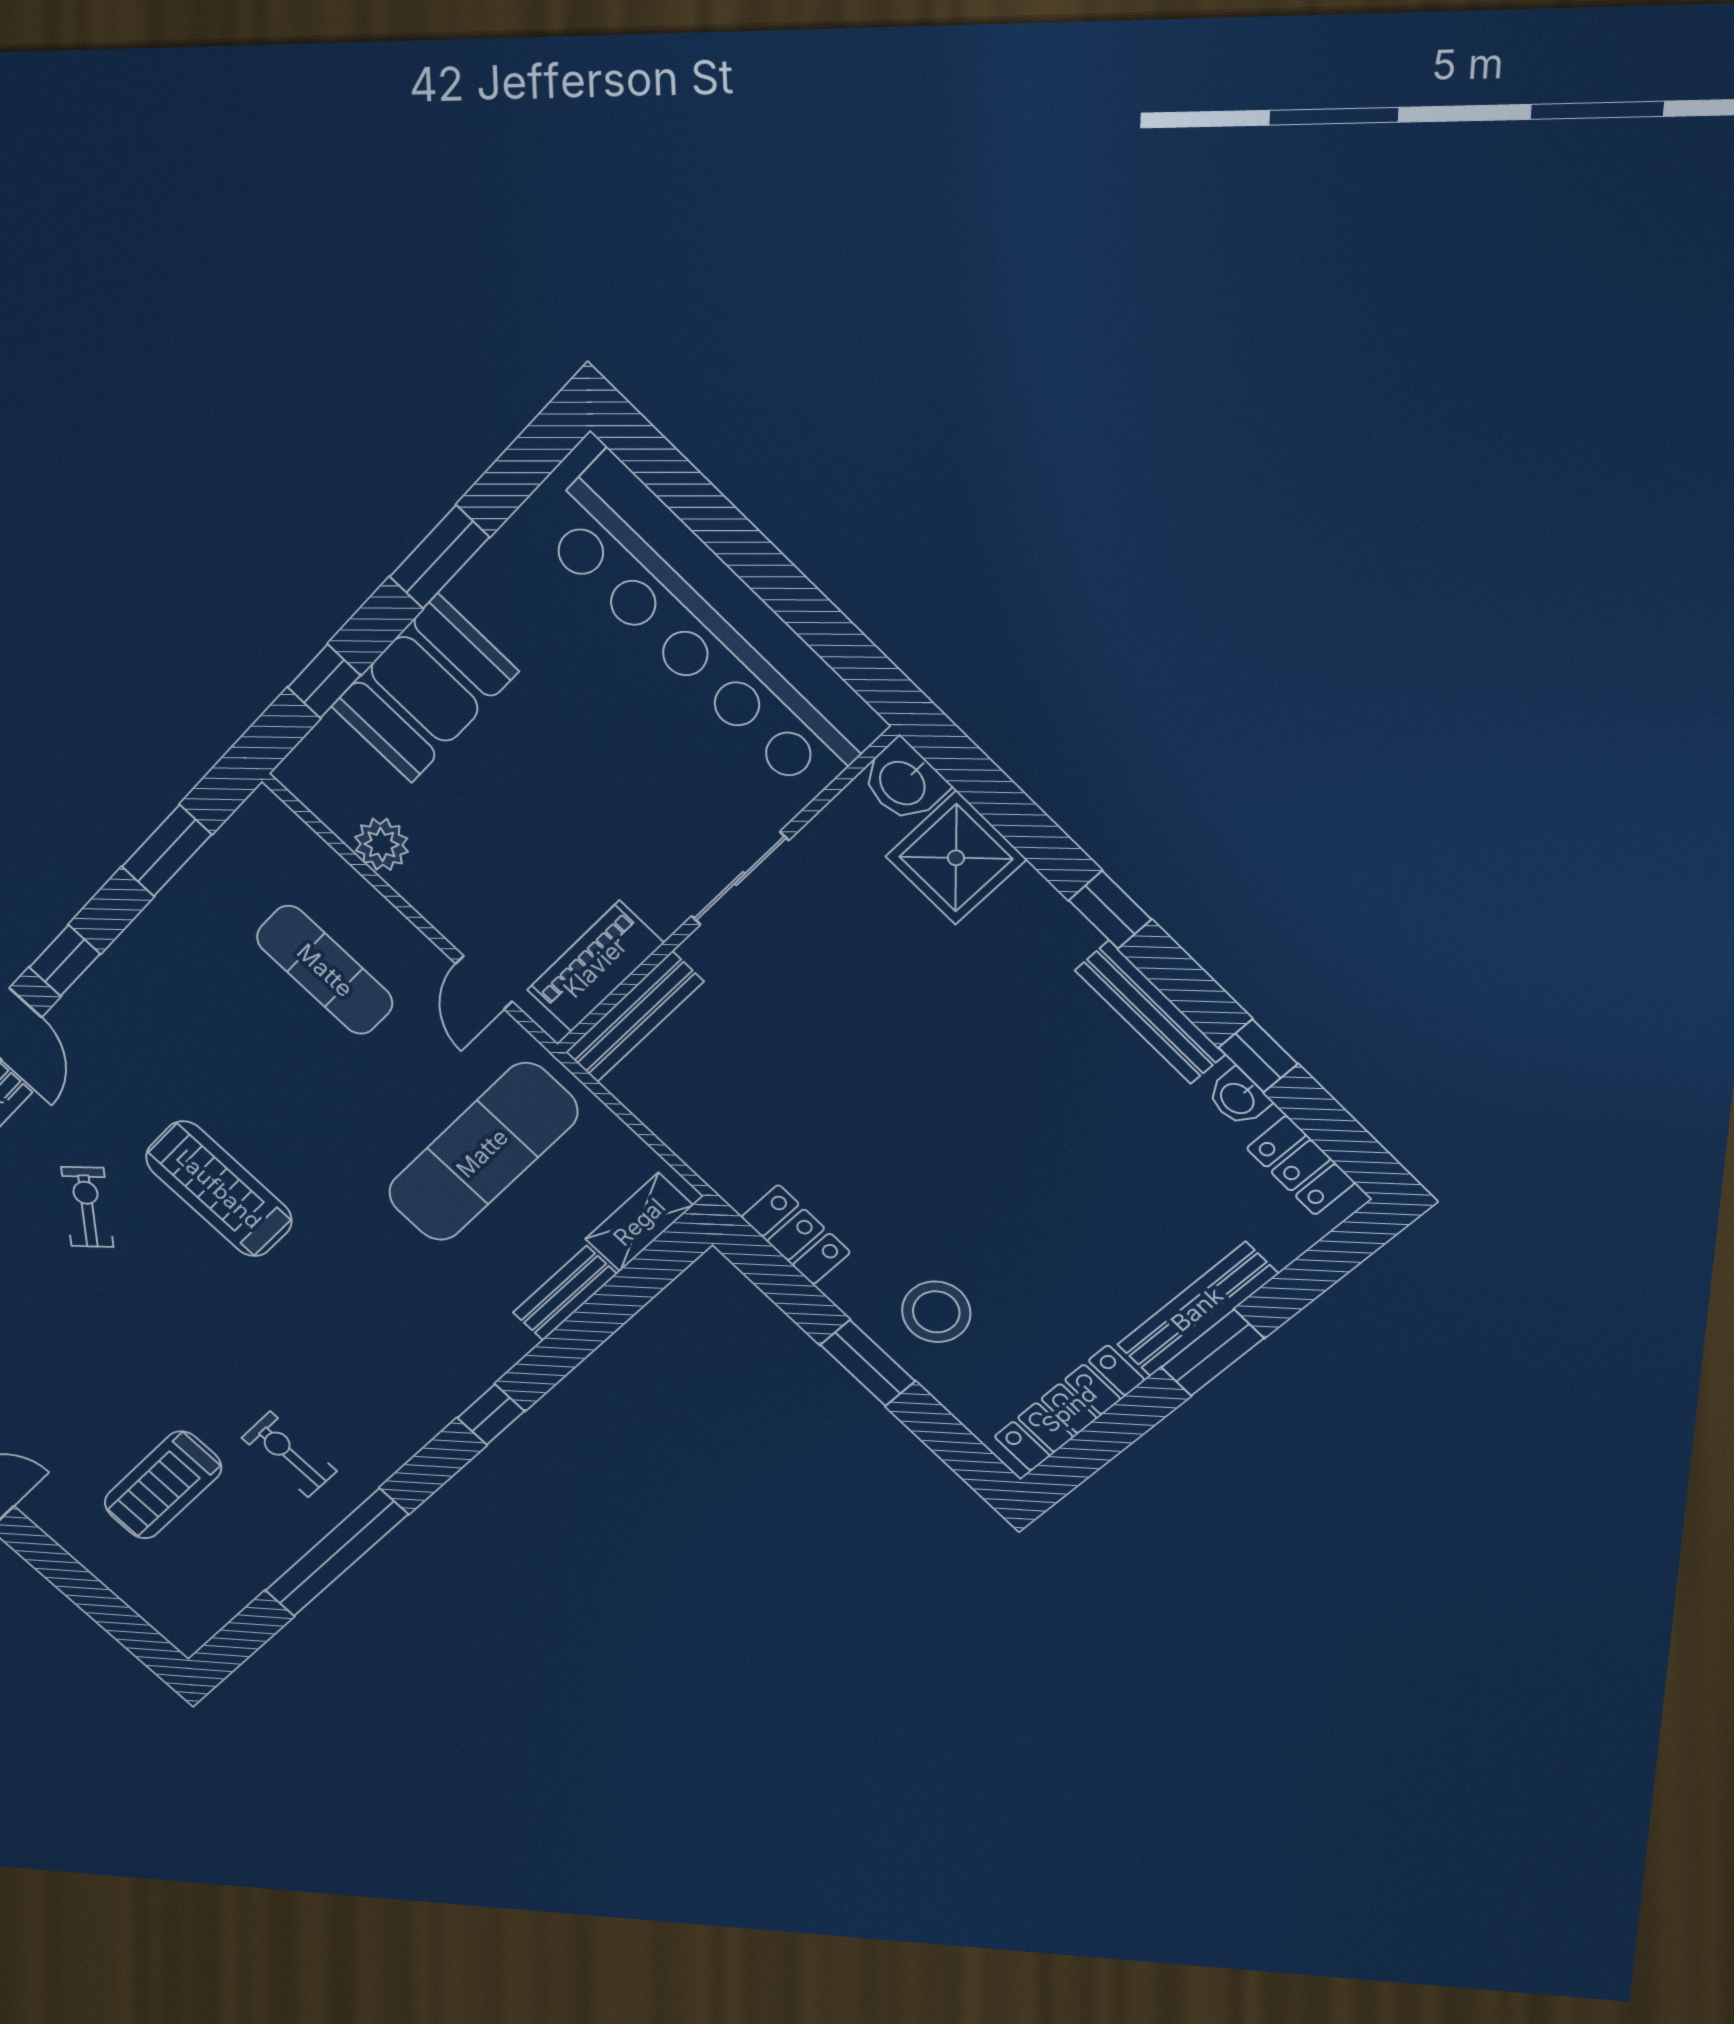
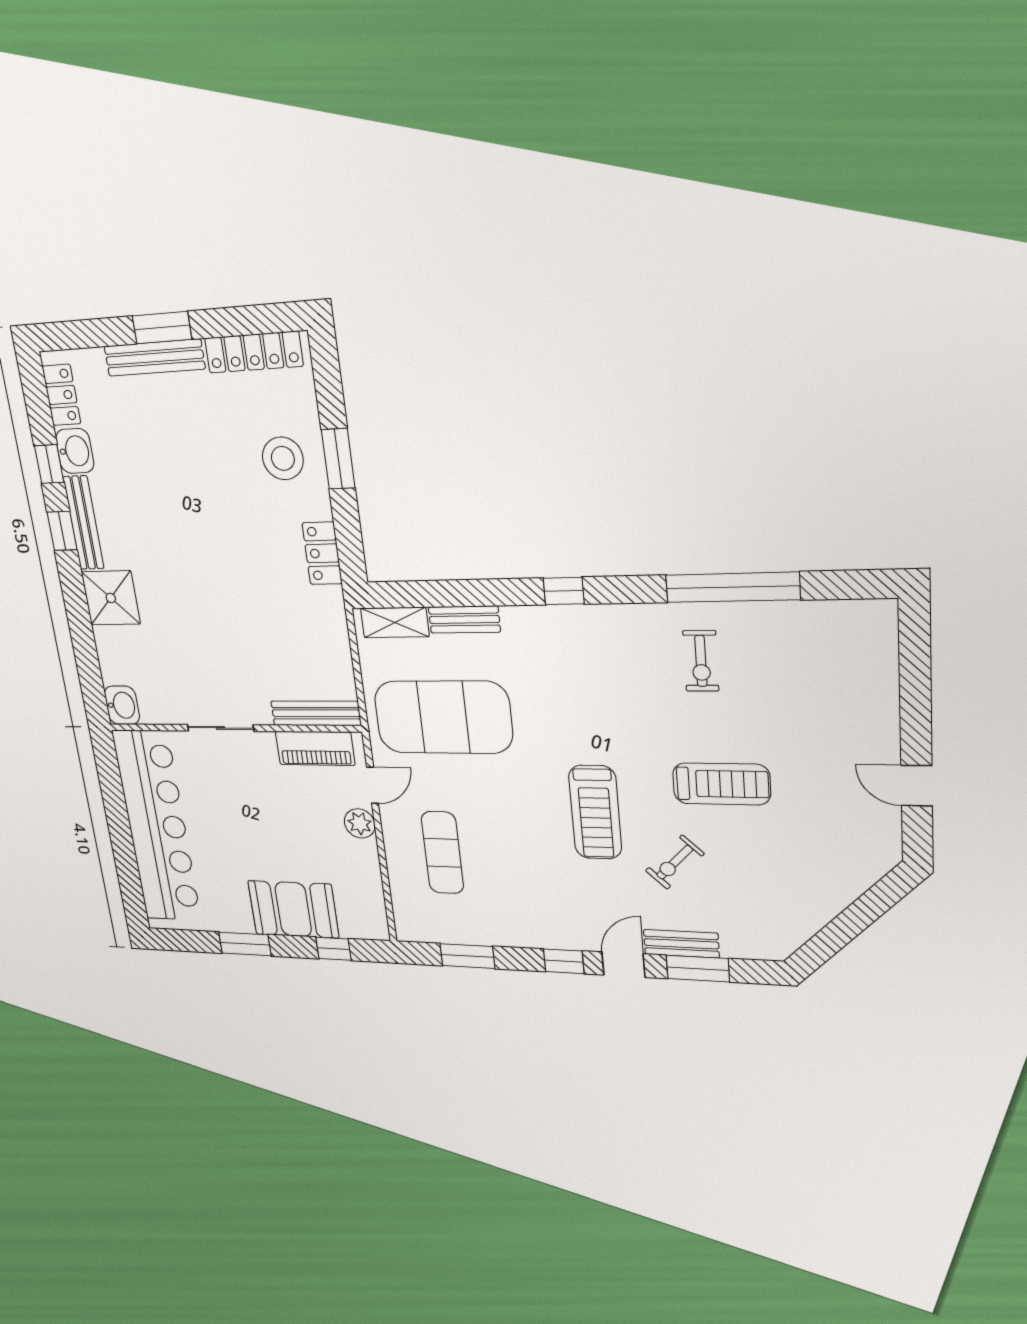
plant: (382, 844) -> (360, 823), moved
shower: (956, 858) -> (111, 598), moved
window: (1110, 910) -> (62, 531), moved
washbasin: (1238, 1098) -> (75, 451), width x1.38, depth x1.45
exercise mat: (482, 1153) -> (443, 717), width x1.47
treadmill: (163, 1485) -> (721, 784), moved

